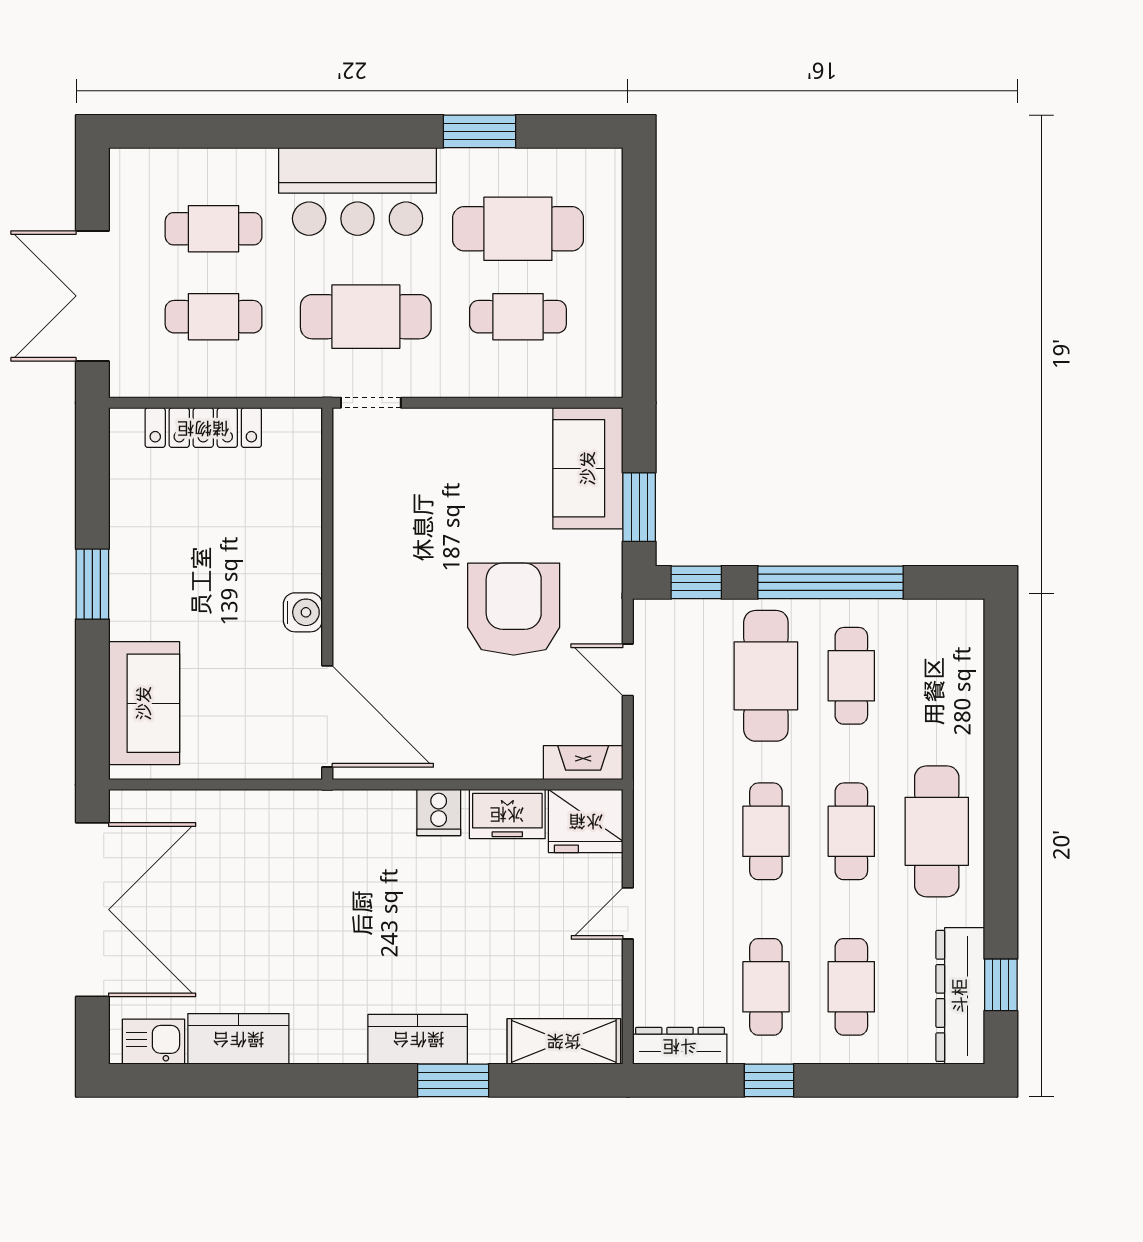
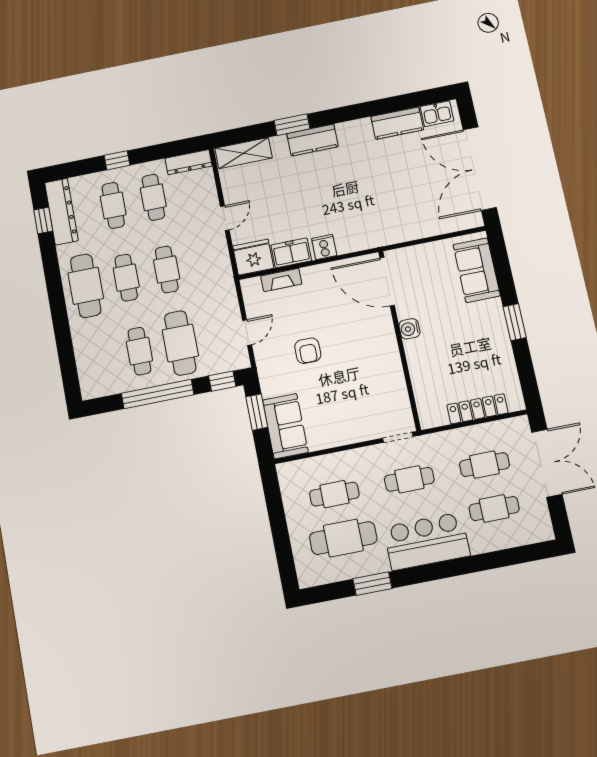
cafe table: (366, 317) -> (409, 479), width x0.73, depth x0.74
armchair: (514, 609) -> (308, 351), width x0.53, depth x0.53
door: (628, 670) -> (247, 333), hinge flipped
fireplace: (583, 763) -> (281, 280), moved
window: (769, 1080) -> (117, 160), moved

